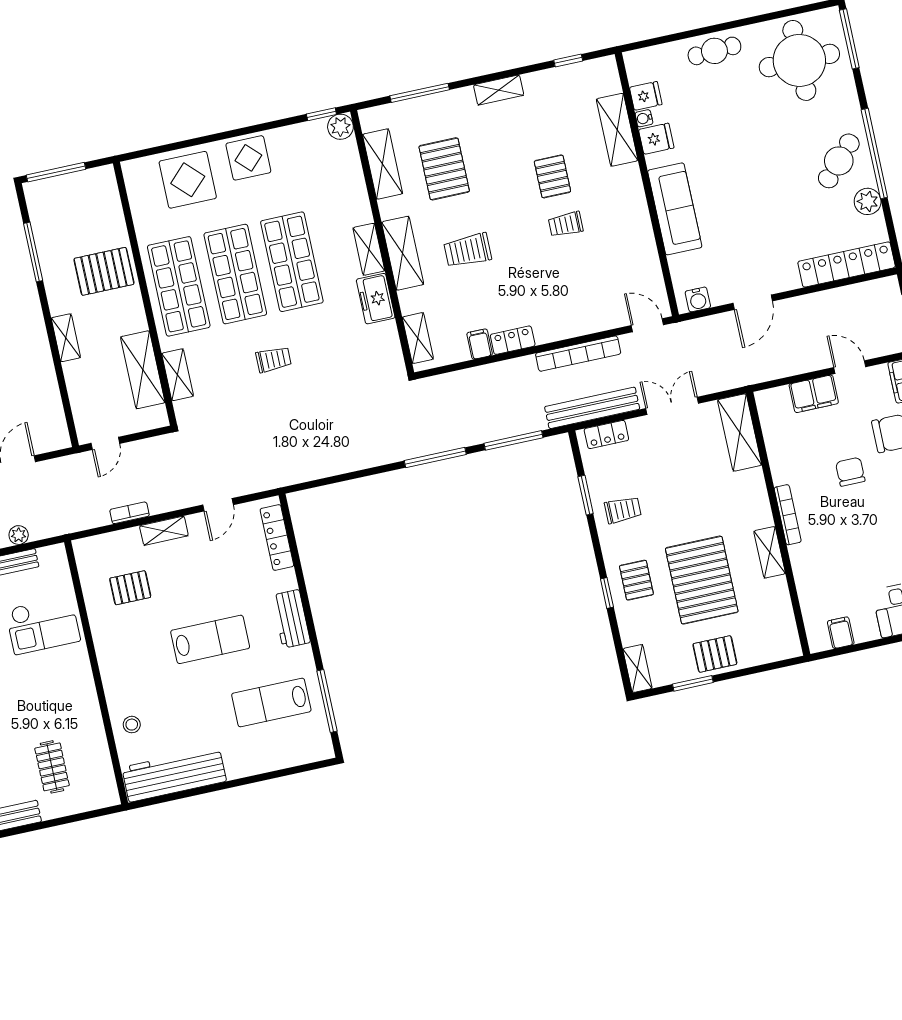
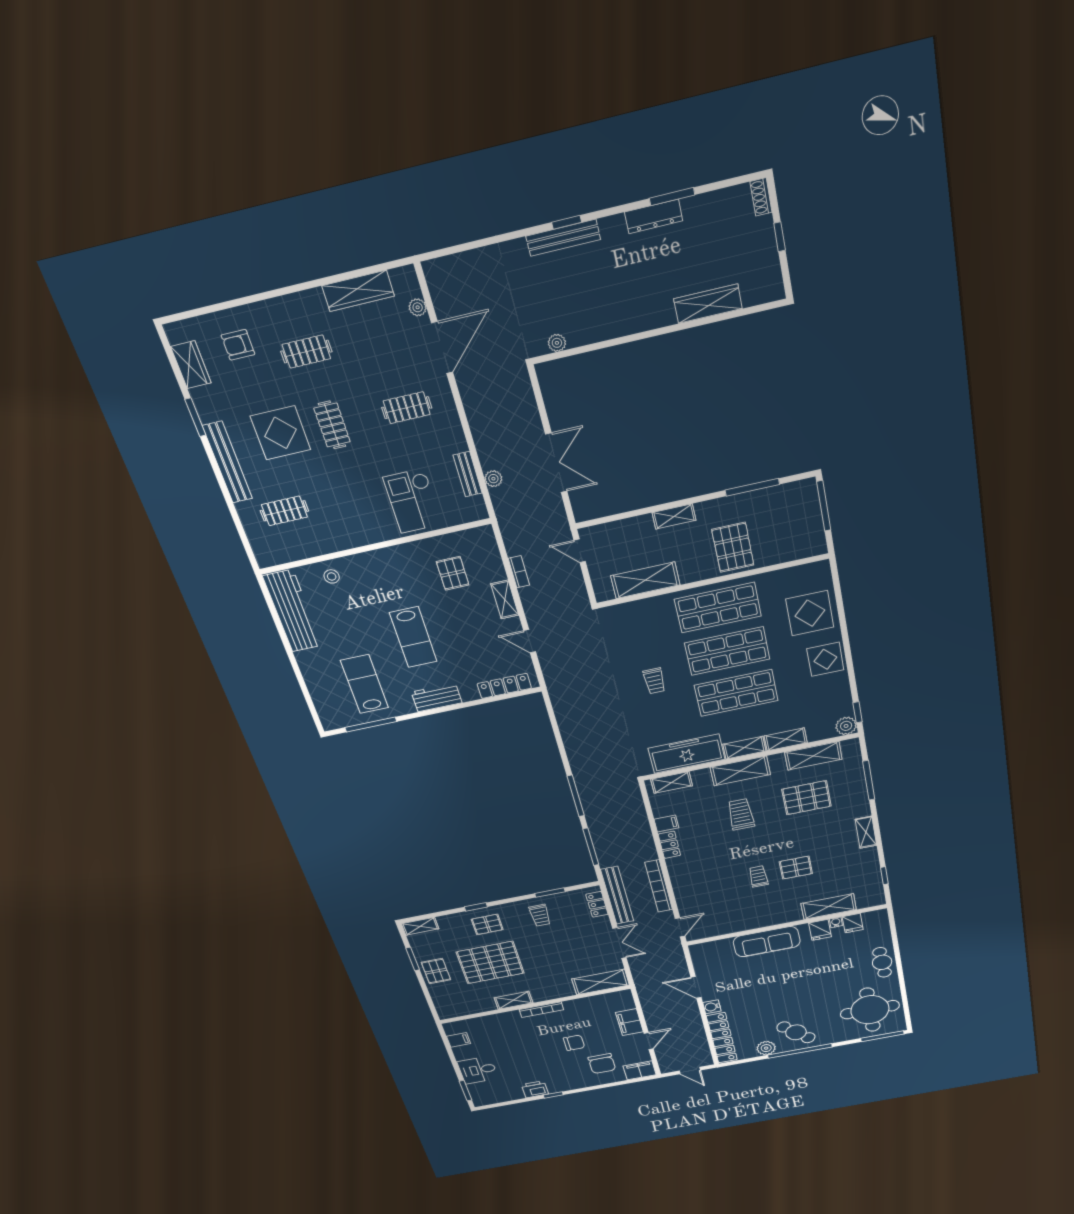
freezer: (376, 299) -> (686, 754), width x1.91, depth x1.26
water cooler: (698, 299) -> (712, 1007), moved
shelving: (178, 375) -> (786, 739), moved

